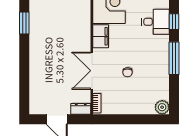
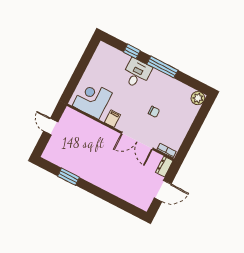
desk: (155, 22) -> (137, 73), moved
filing cabinet: (101, 36) -> (112, 119), width x0.50

